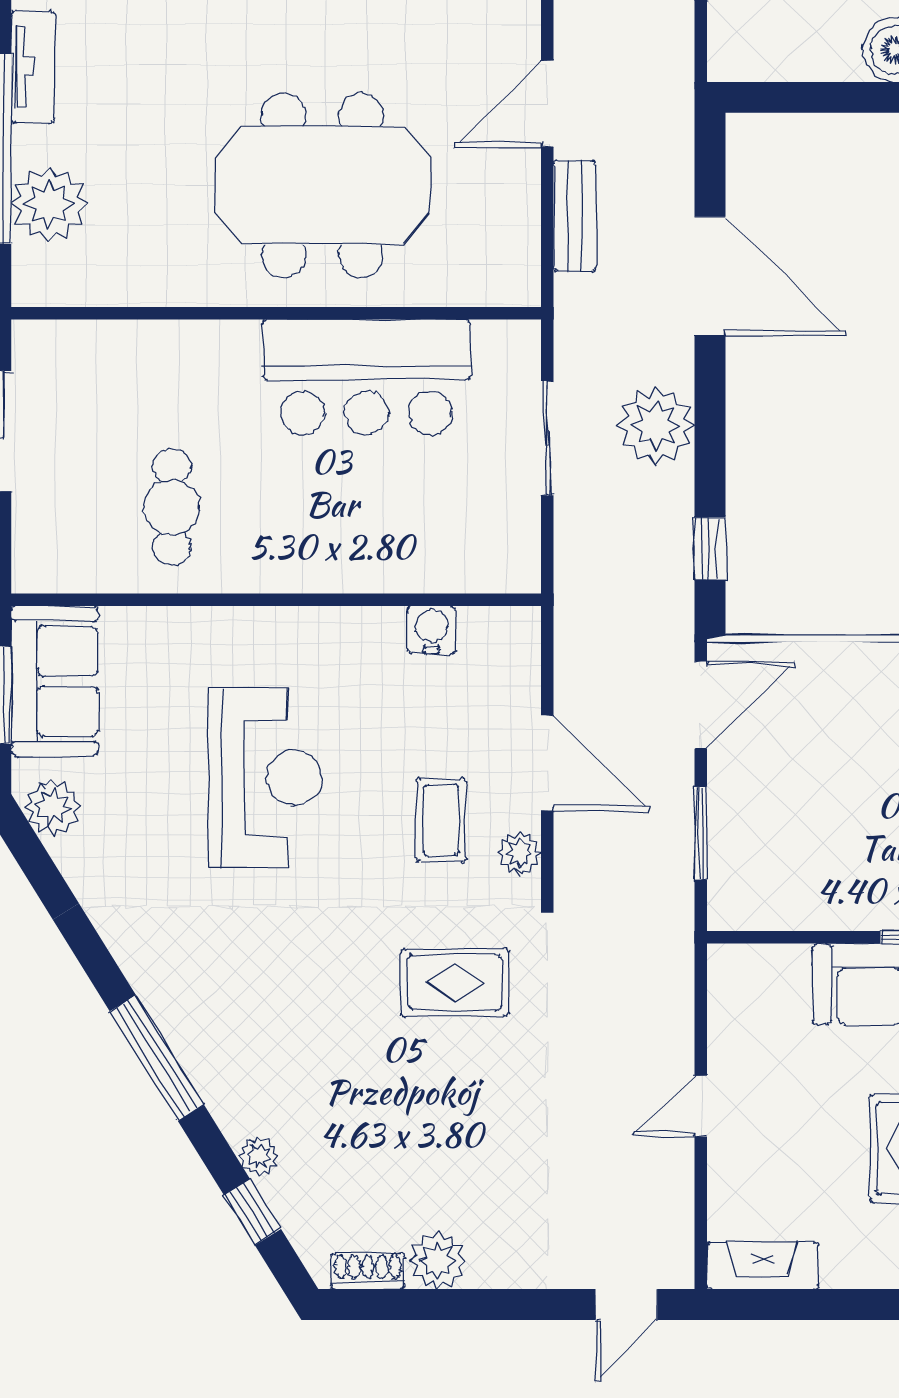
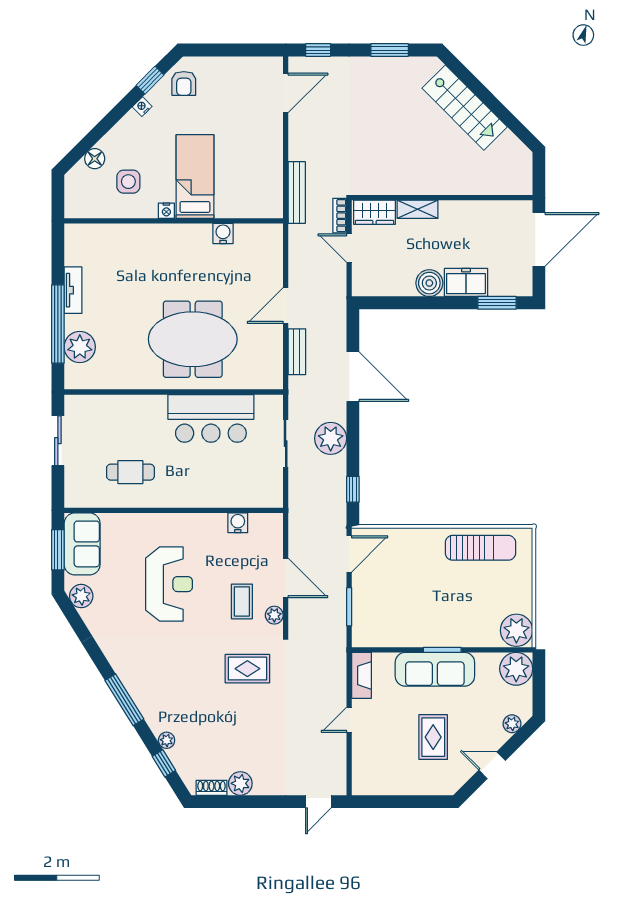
cafe table: (172, 507) -> (130, 472), turned 90
fireplace: (763, 1265) -> (361, 675), moved, turned 90

